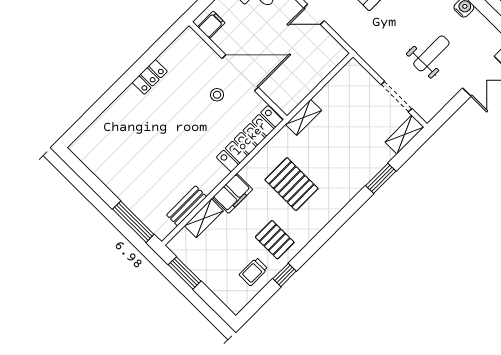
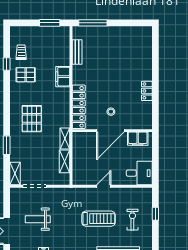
filing cabinet: (211, 25) -> (138, 139), width x2.00
weight bench: (431, 53) -> (38, 219), turned 90
pallet: (292, 184) -> (32, 119), moved, turned 90
shelving: (204, 218) -> (65, 161), moved

